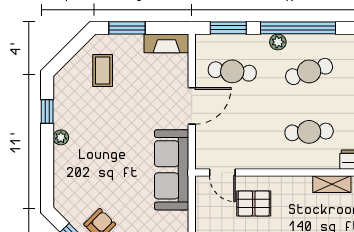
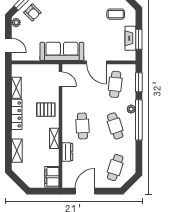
window: (127, 28) -> (139, 39), moved
fireplace: (166, 43) -> (130, 38), moved
door: (222, 172) -> (60, 79), swing flipped
pallet: (254, 203) -> (46, 110), moved, turned 90

